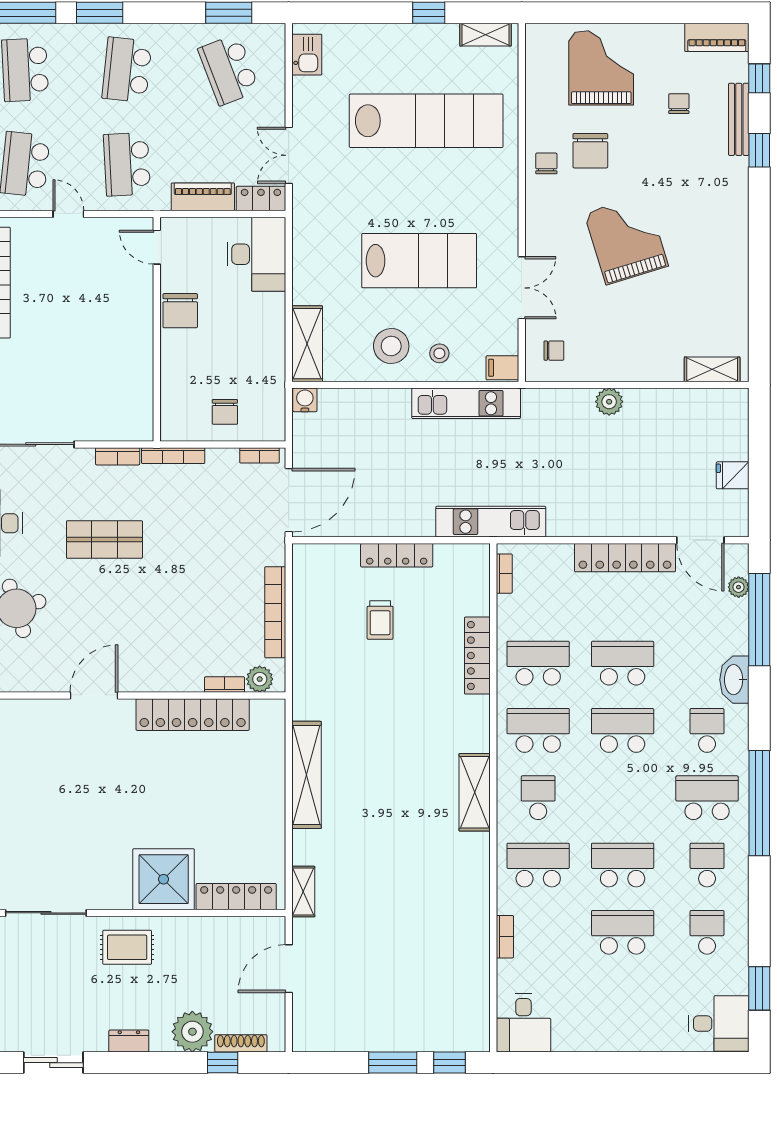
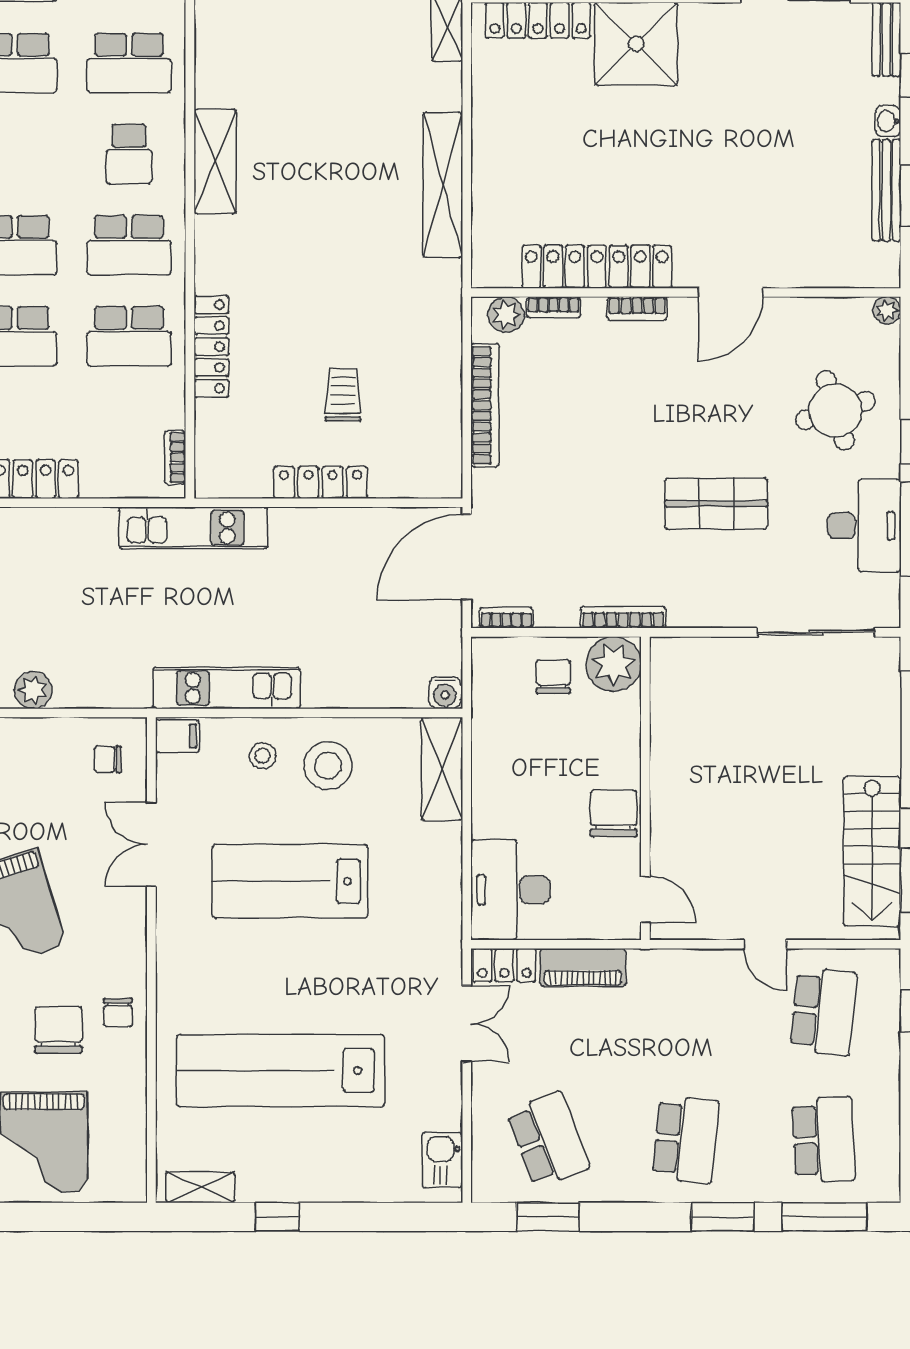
school desk: (127, 164) -> (686, 1012), removed
plant: (180, 421) -> (614, 664), added
bookcase: (118, 456) -> (637, 309), moved, turned 180

